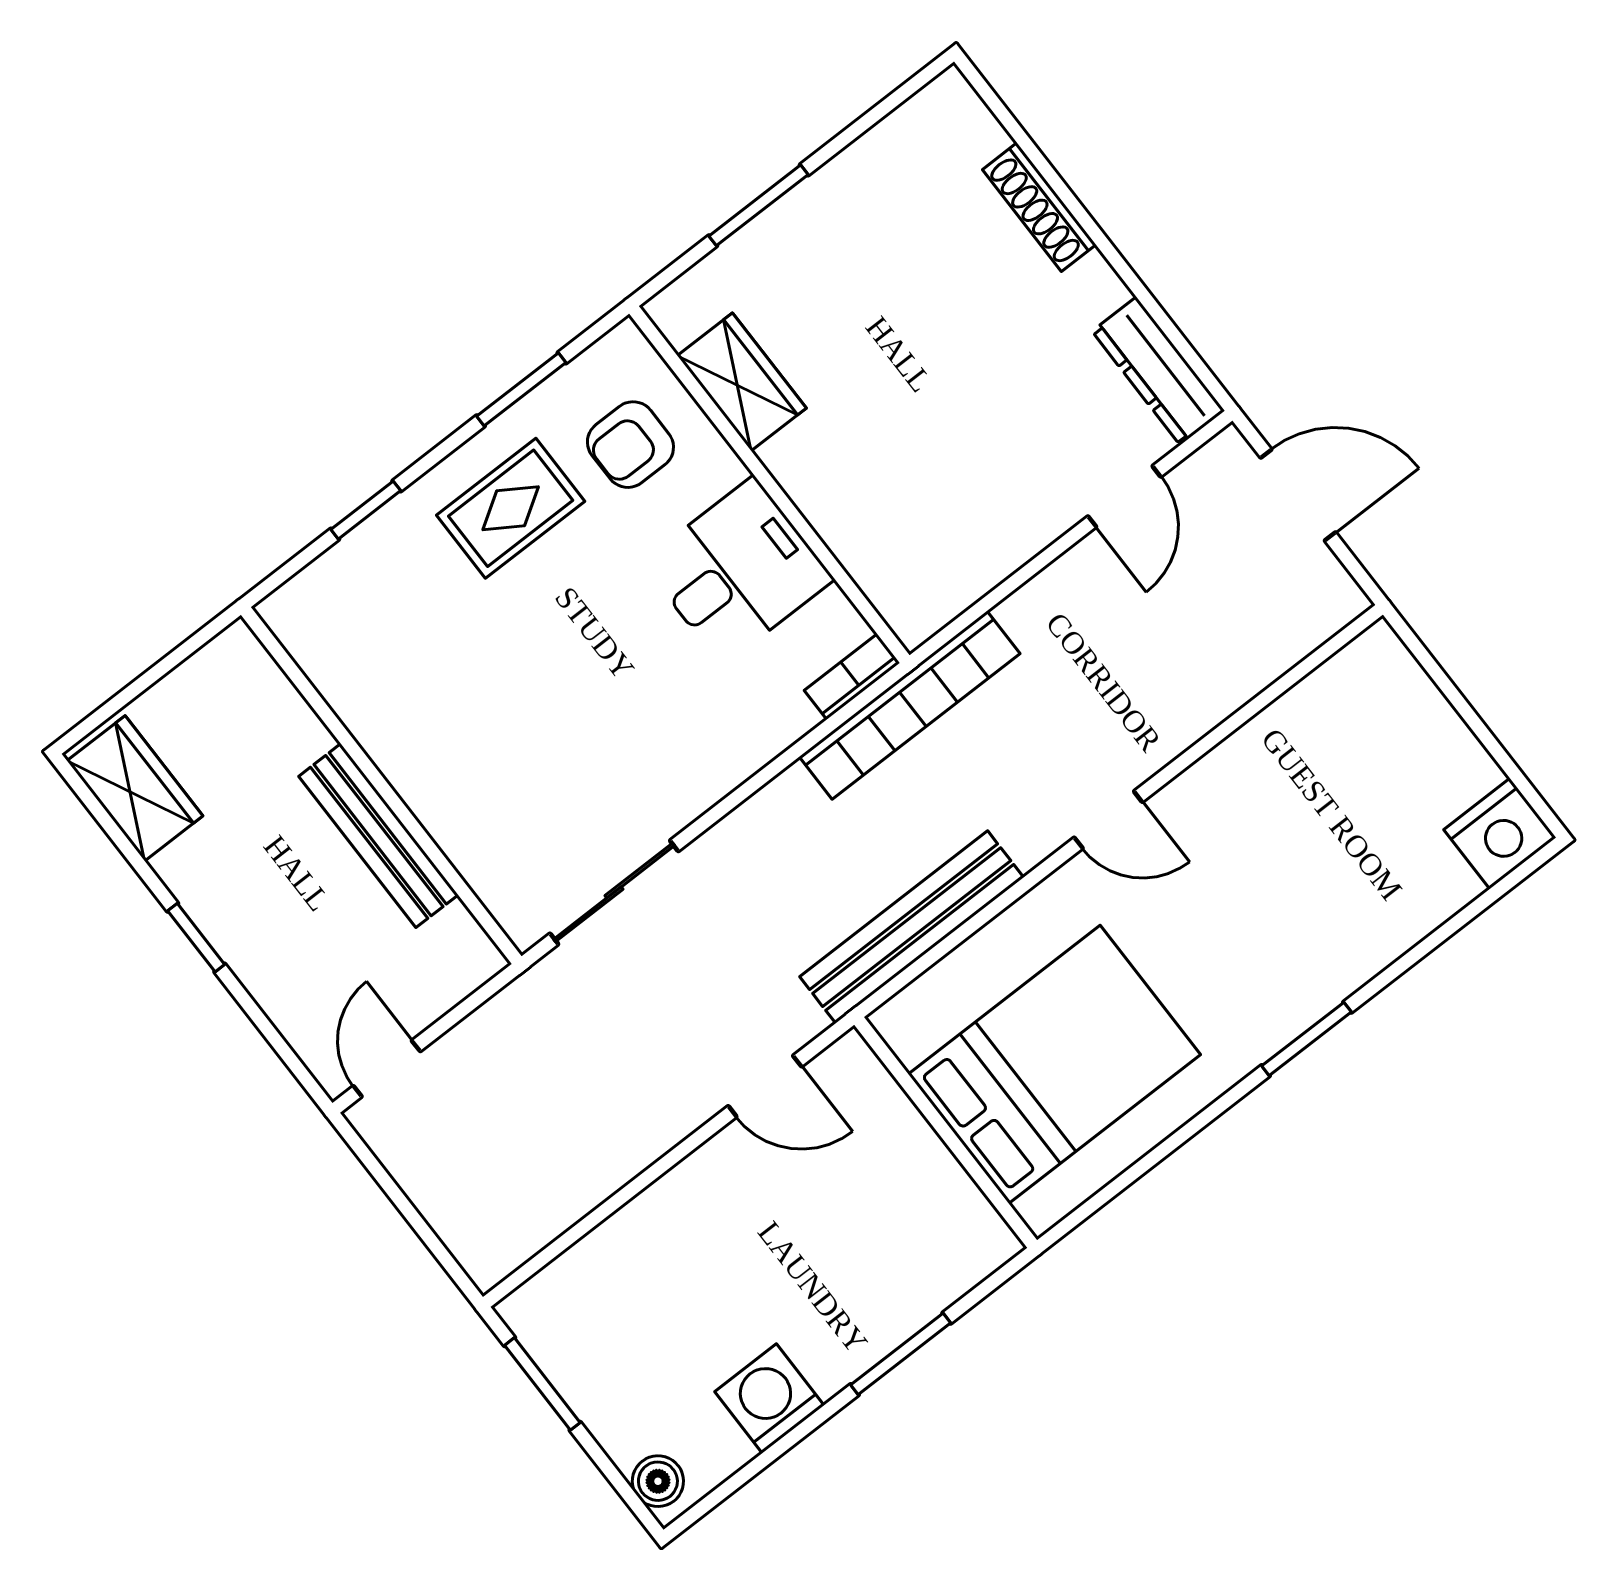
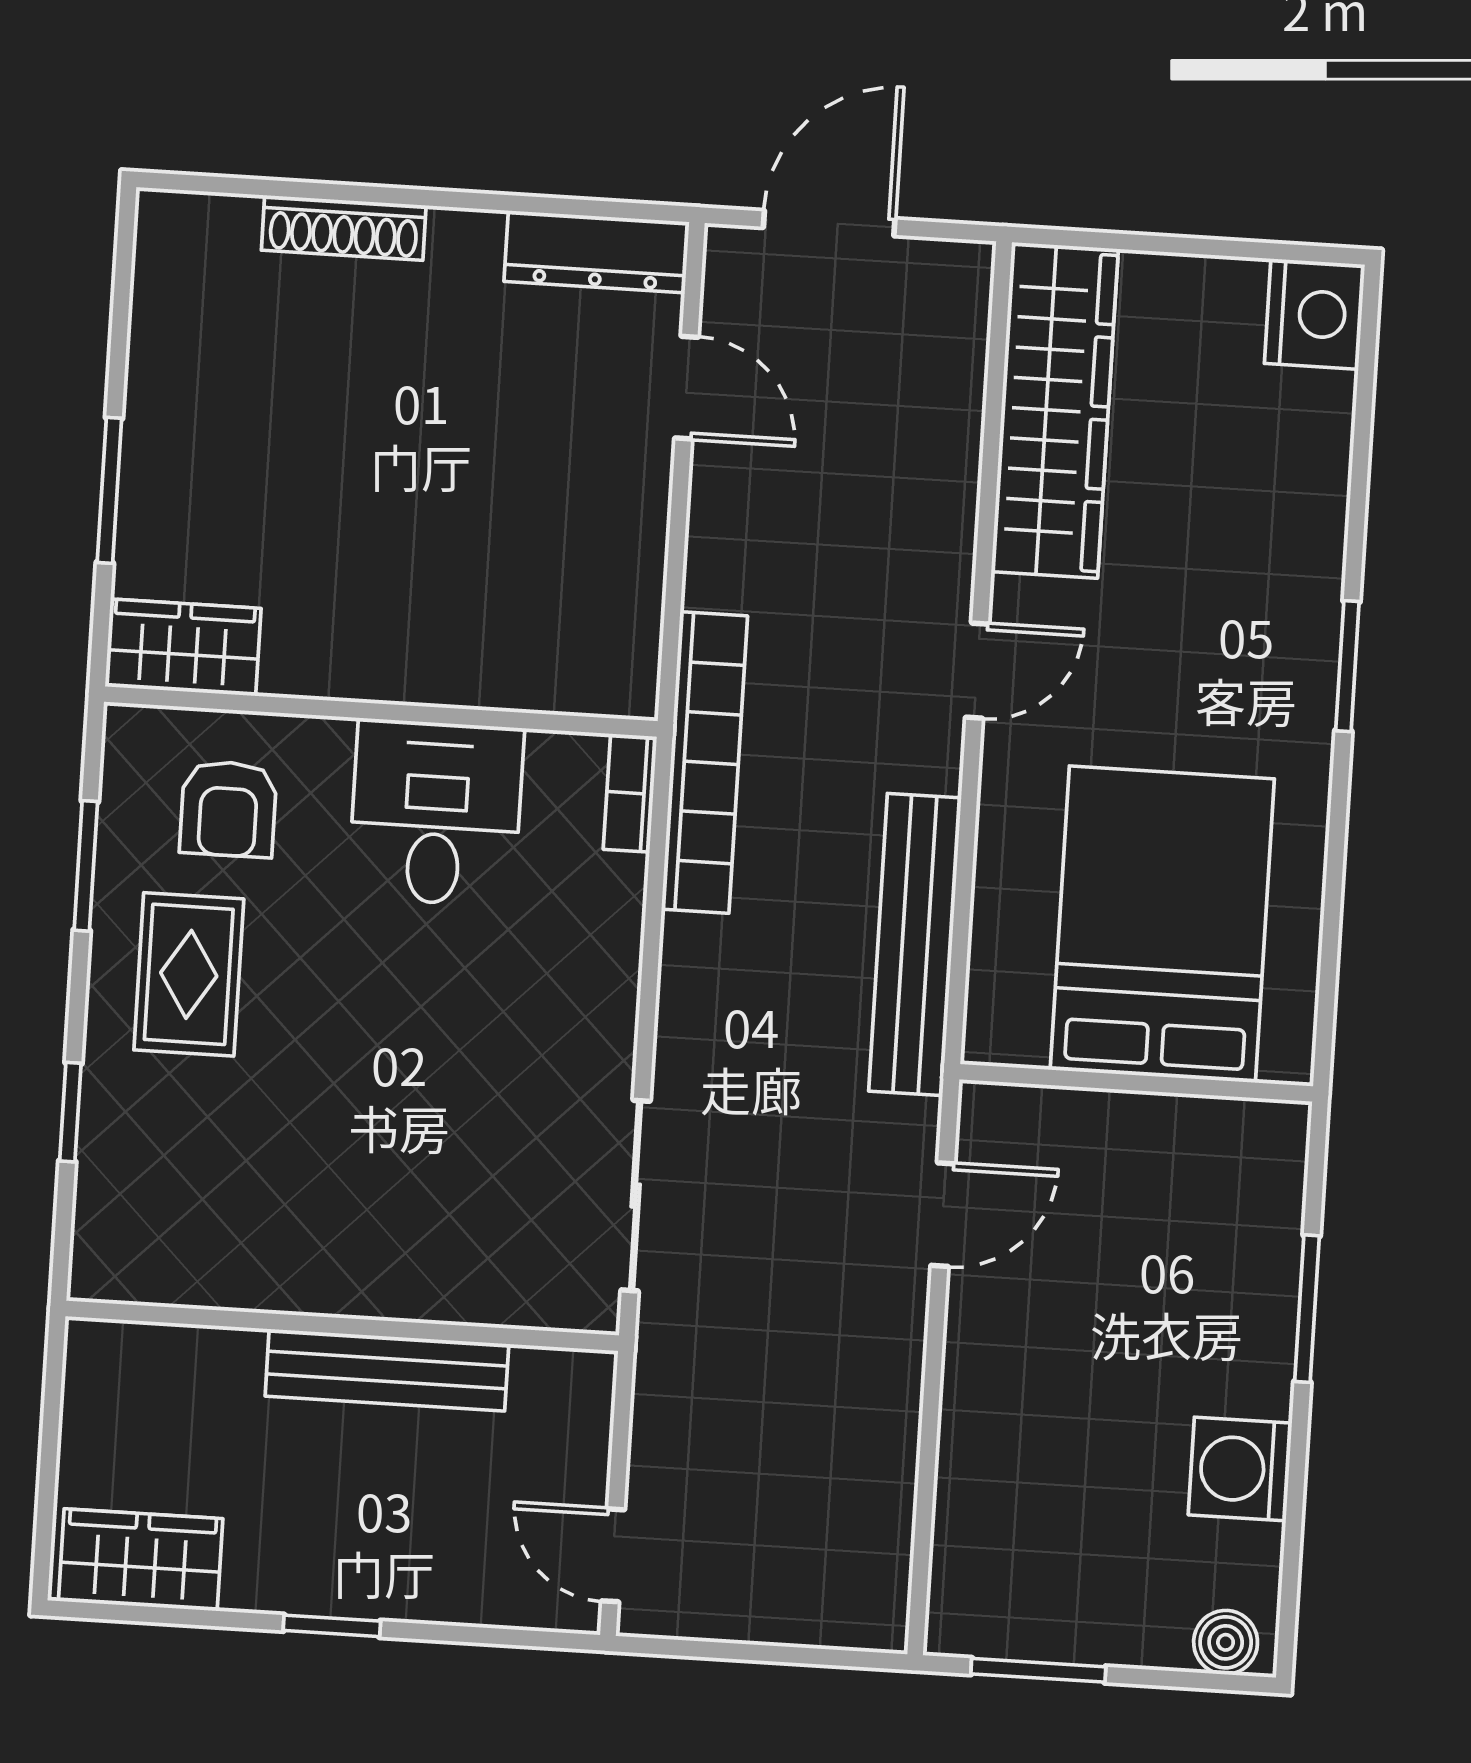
wardrobe: (742, 382) -> (183, 647), moved
wardrobe: (1305, 729) -> (1055, 410), added

